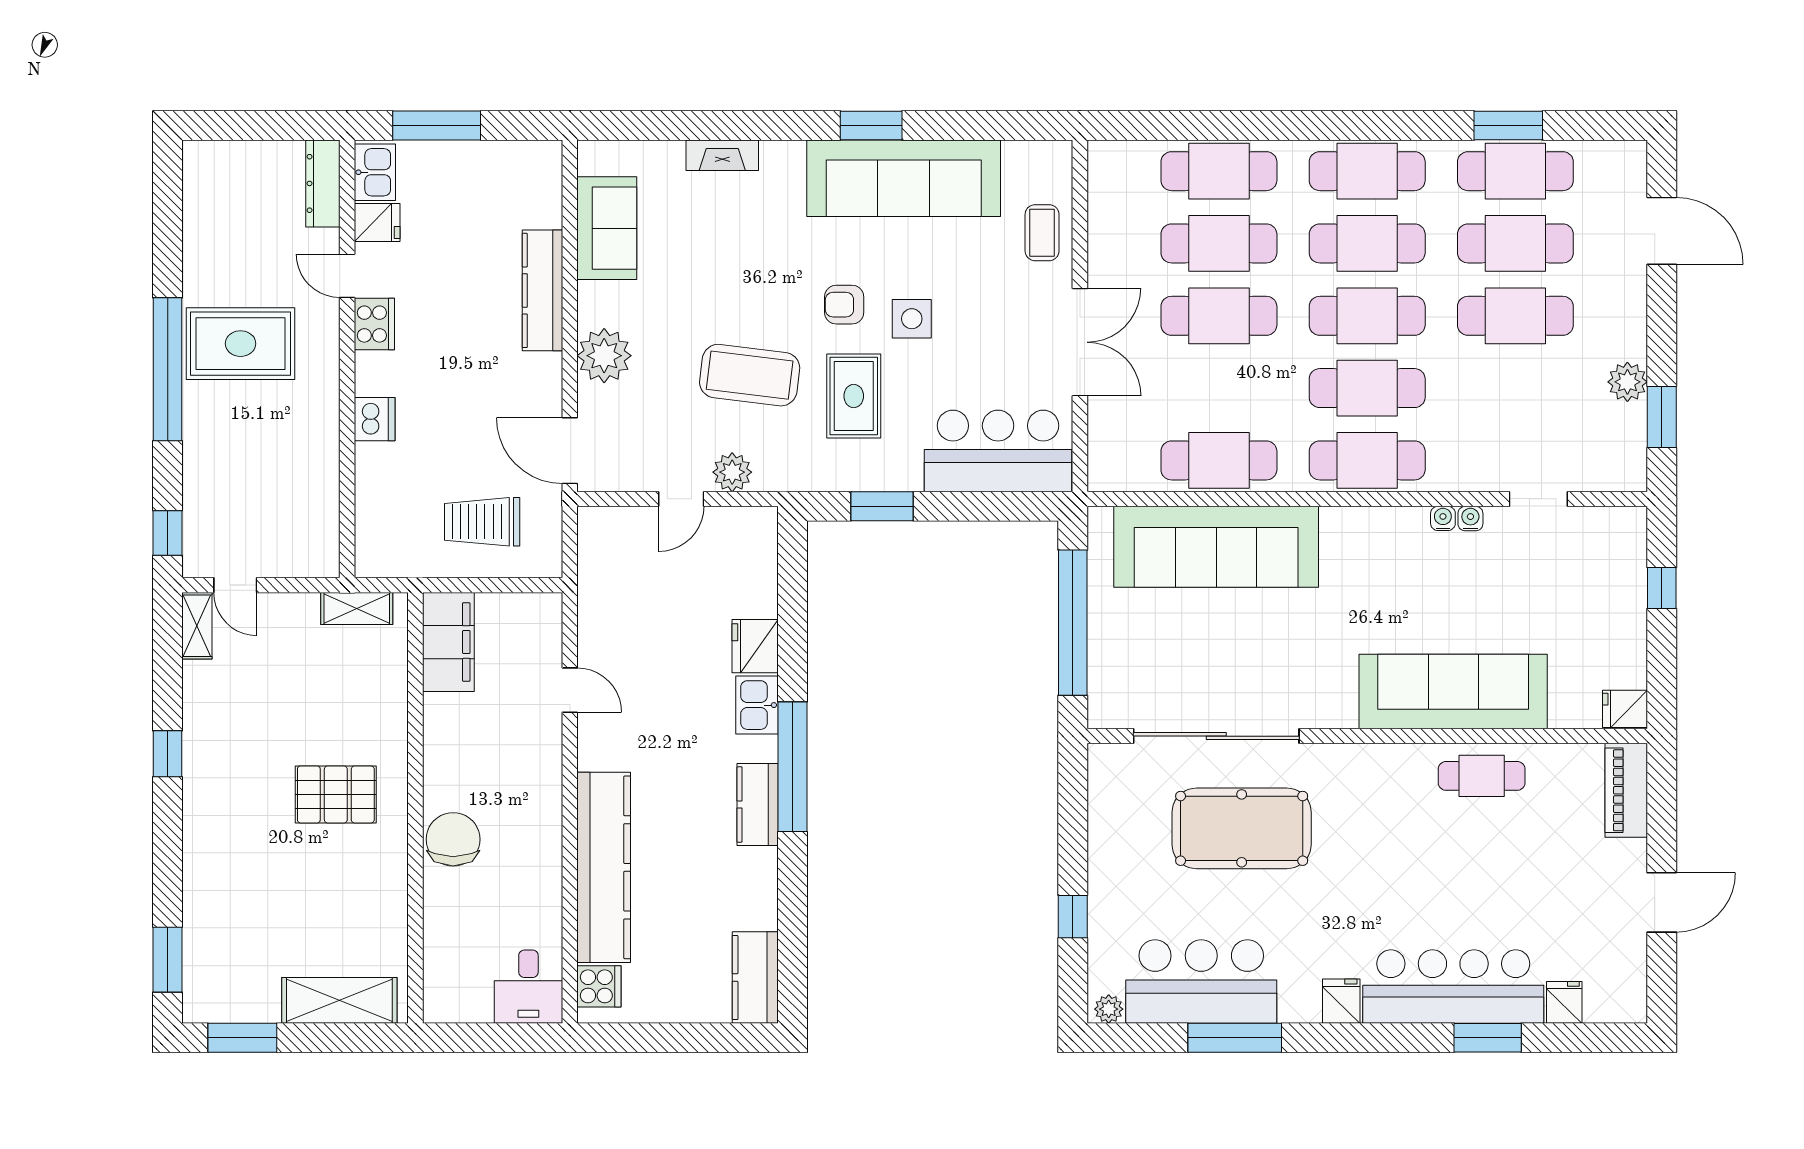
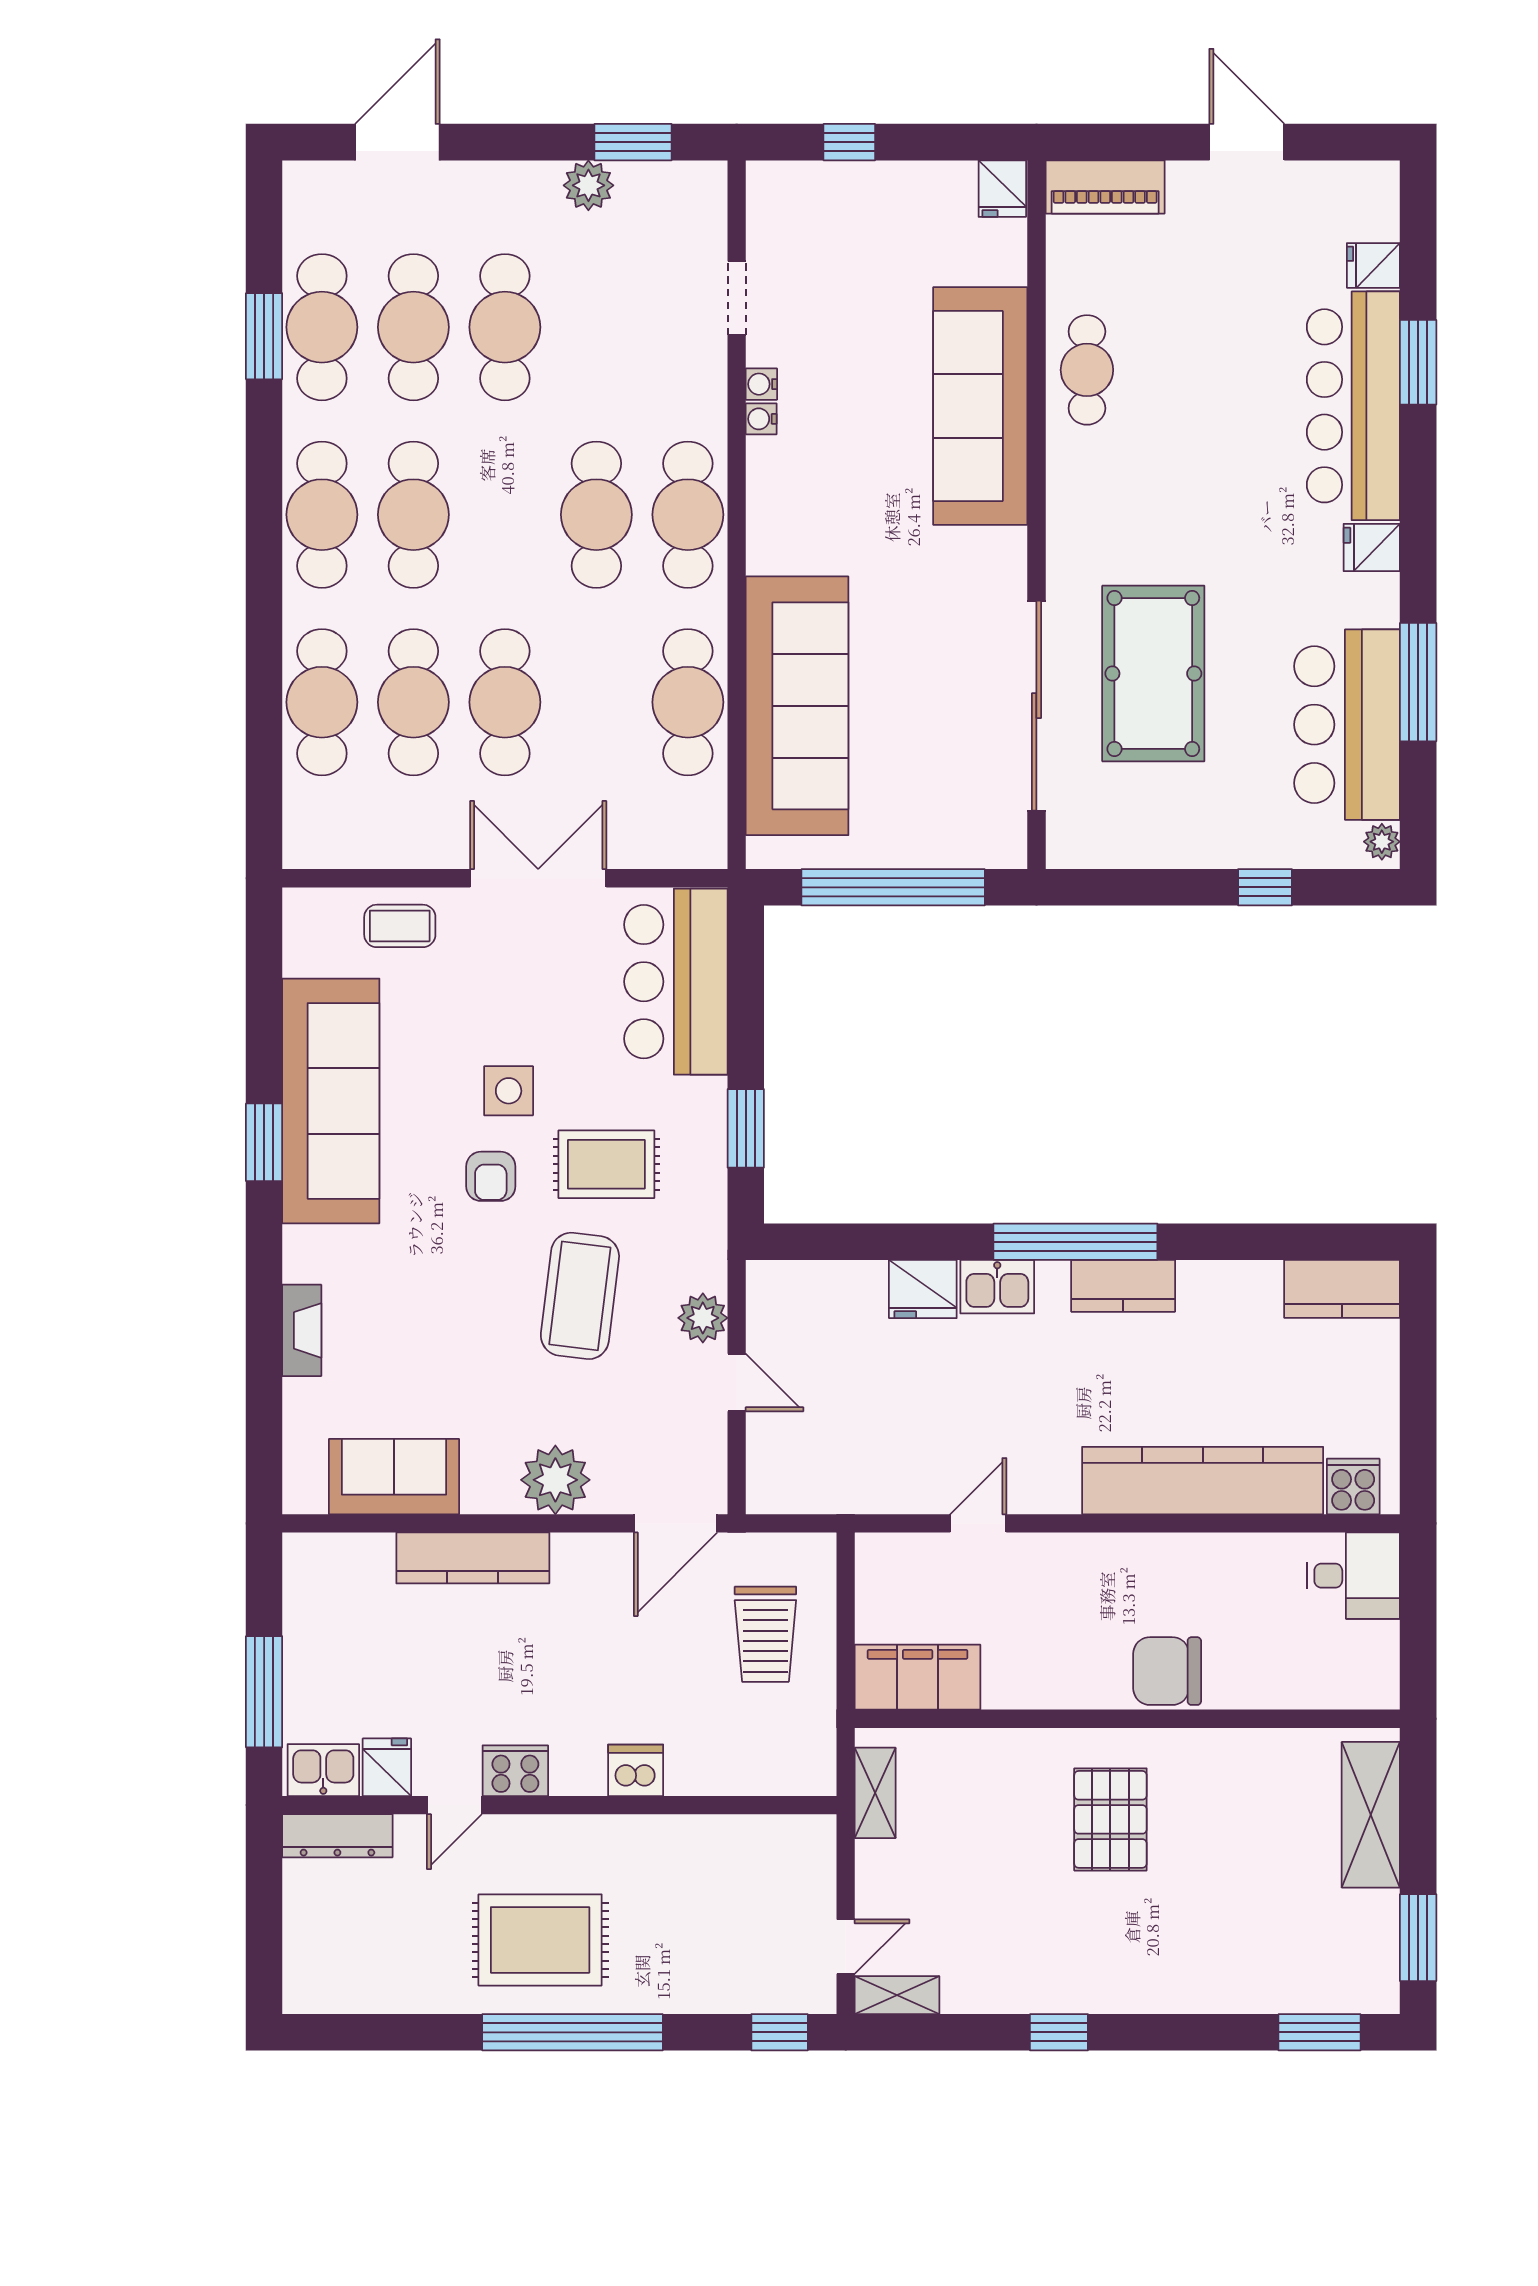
cafe table: (1367, 316) -> (505, 515), removed
rug: (241, 344) -> (540, 1940), turned 90

